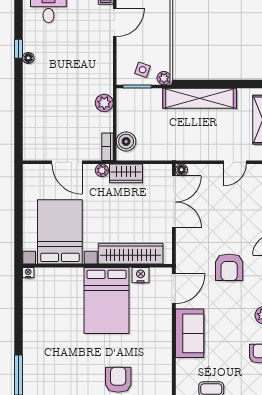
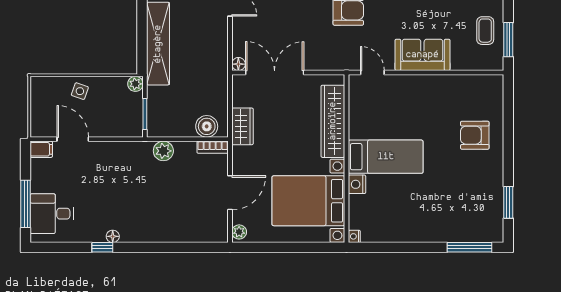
side table: (143, 70) -> (80, 91), moved
plant: (102, 170) -> (239, 232), moved
nightstand: (141, 275) -> (357, 184), moved
door: (174, 289) -> (372, 73), width x0.73
bed: (107, 301) -> (386, 157), width x0.67

